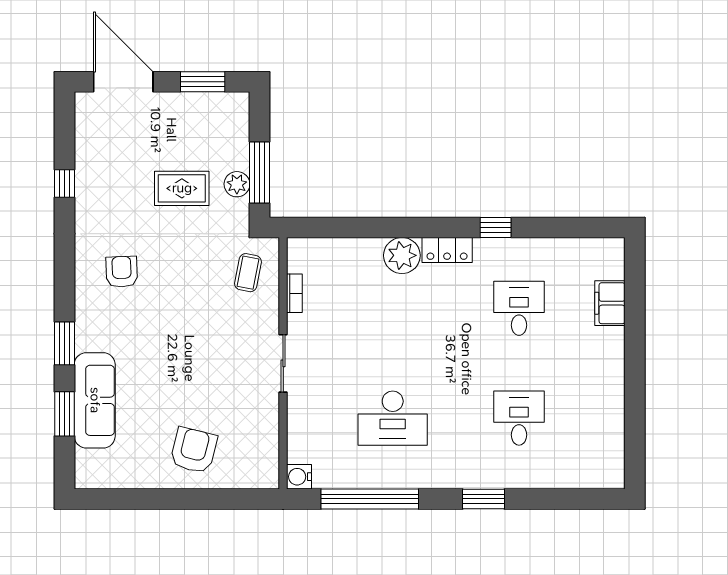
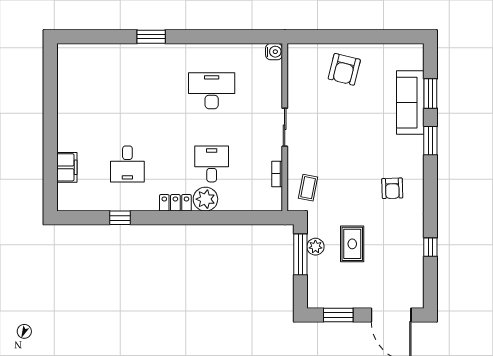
rug: (182, 188) -> (352, 244), turned 90
window: (496, 227) -> (120, 218), moved
desk: (519, 418) -> (212, 164), moved, turned 180
window: (370, 499) -> (227, 37), removed

